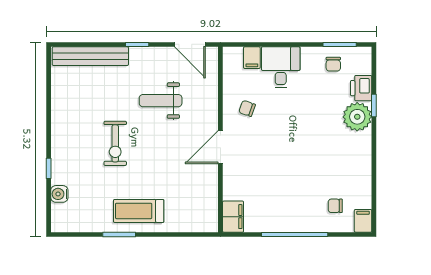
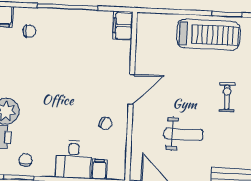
exercise bike: (115, 143) -> (227, 97), width x0.73, depth x0.72
treadmill: (139, 211) -> (208, 35), width x1.37, depth x1.38

